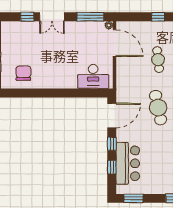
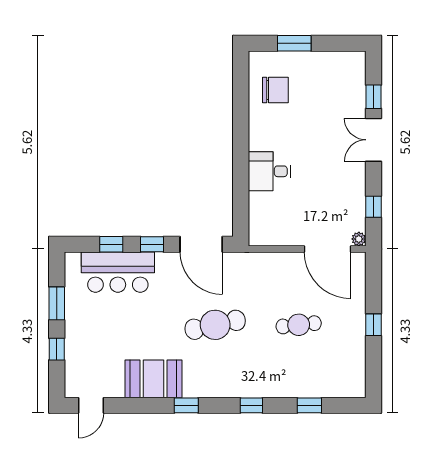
window: (90, 17) -> (373, 207), width x0.46
door: (115, 43) -> (328, 249), hinge flipped
desk: (93, 76) -> (269, 171), moved, width x0.73
window: (134, 198) -> (57, 303), moved

